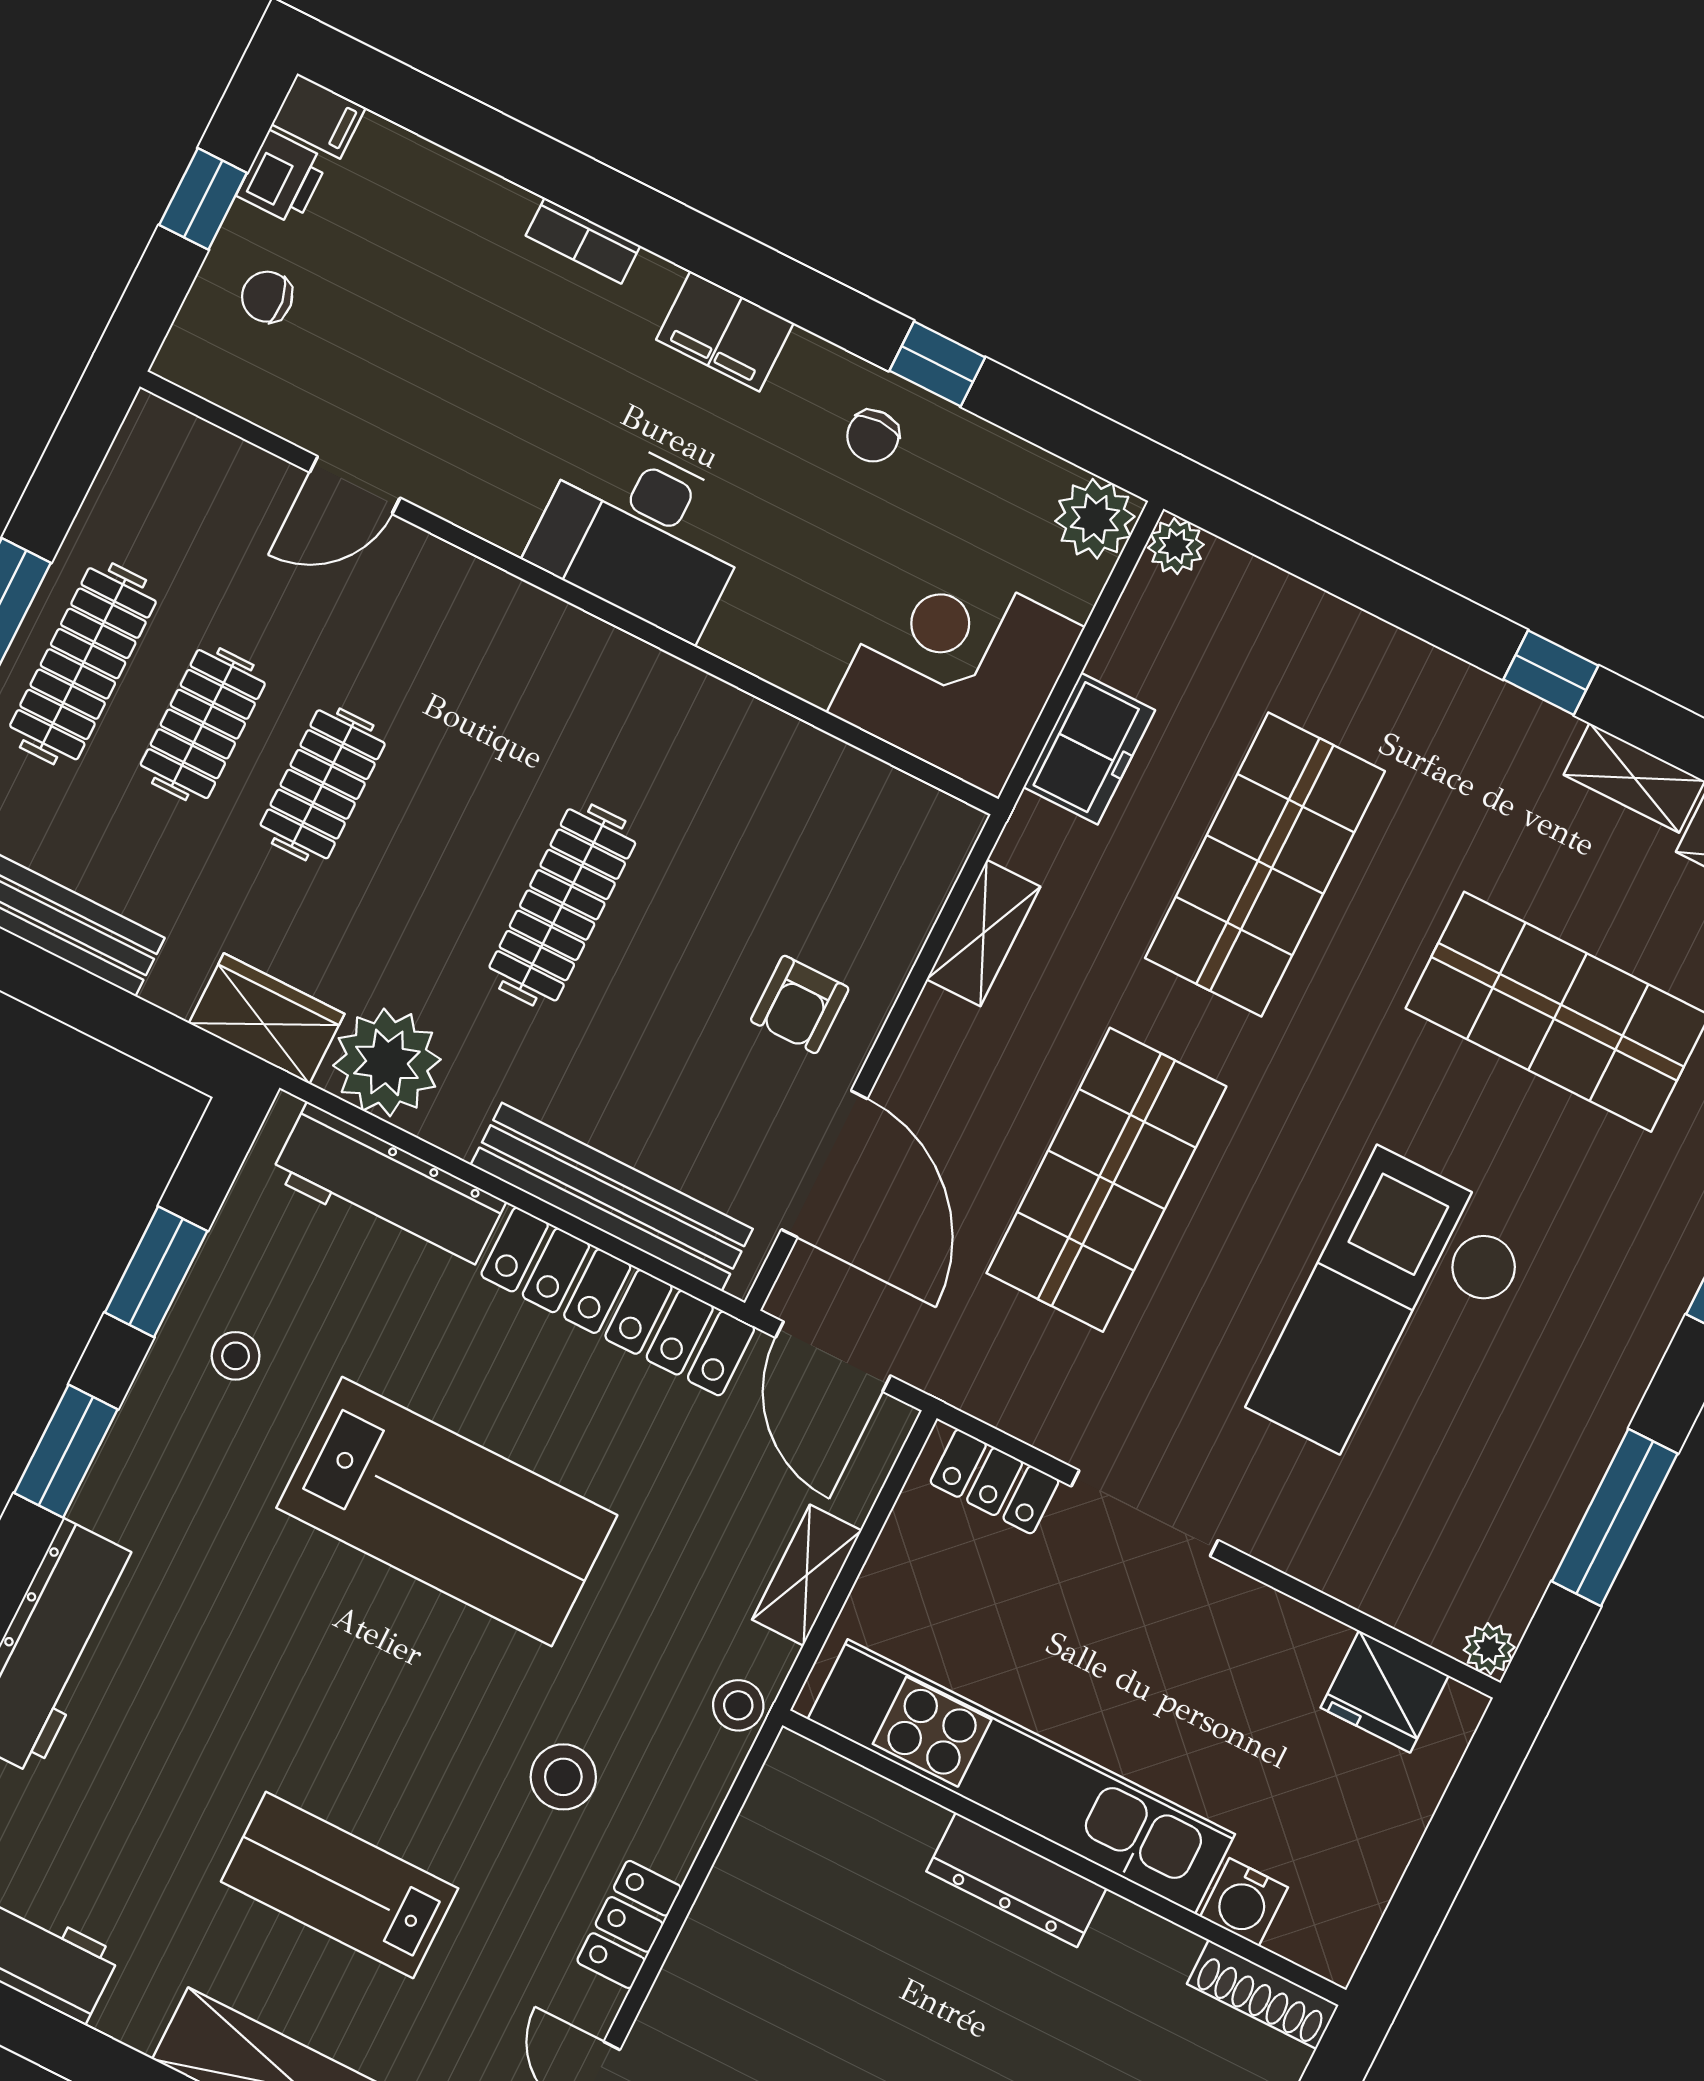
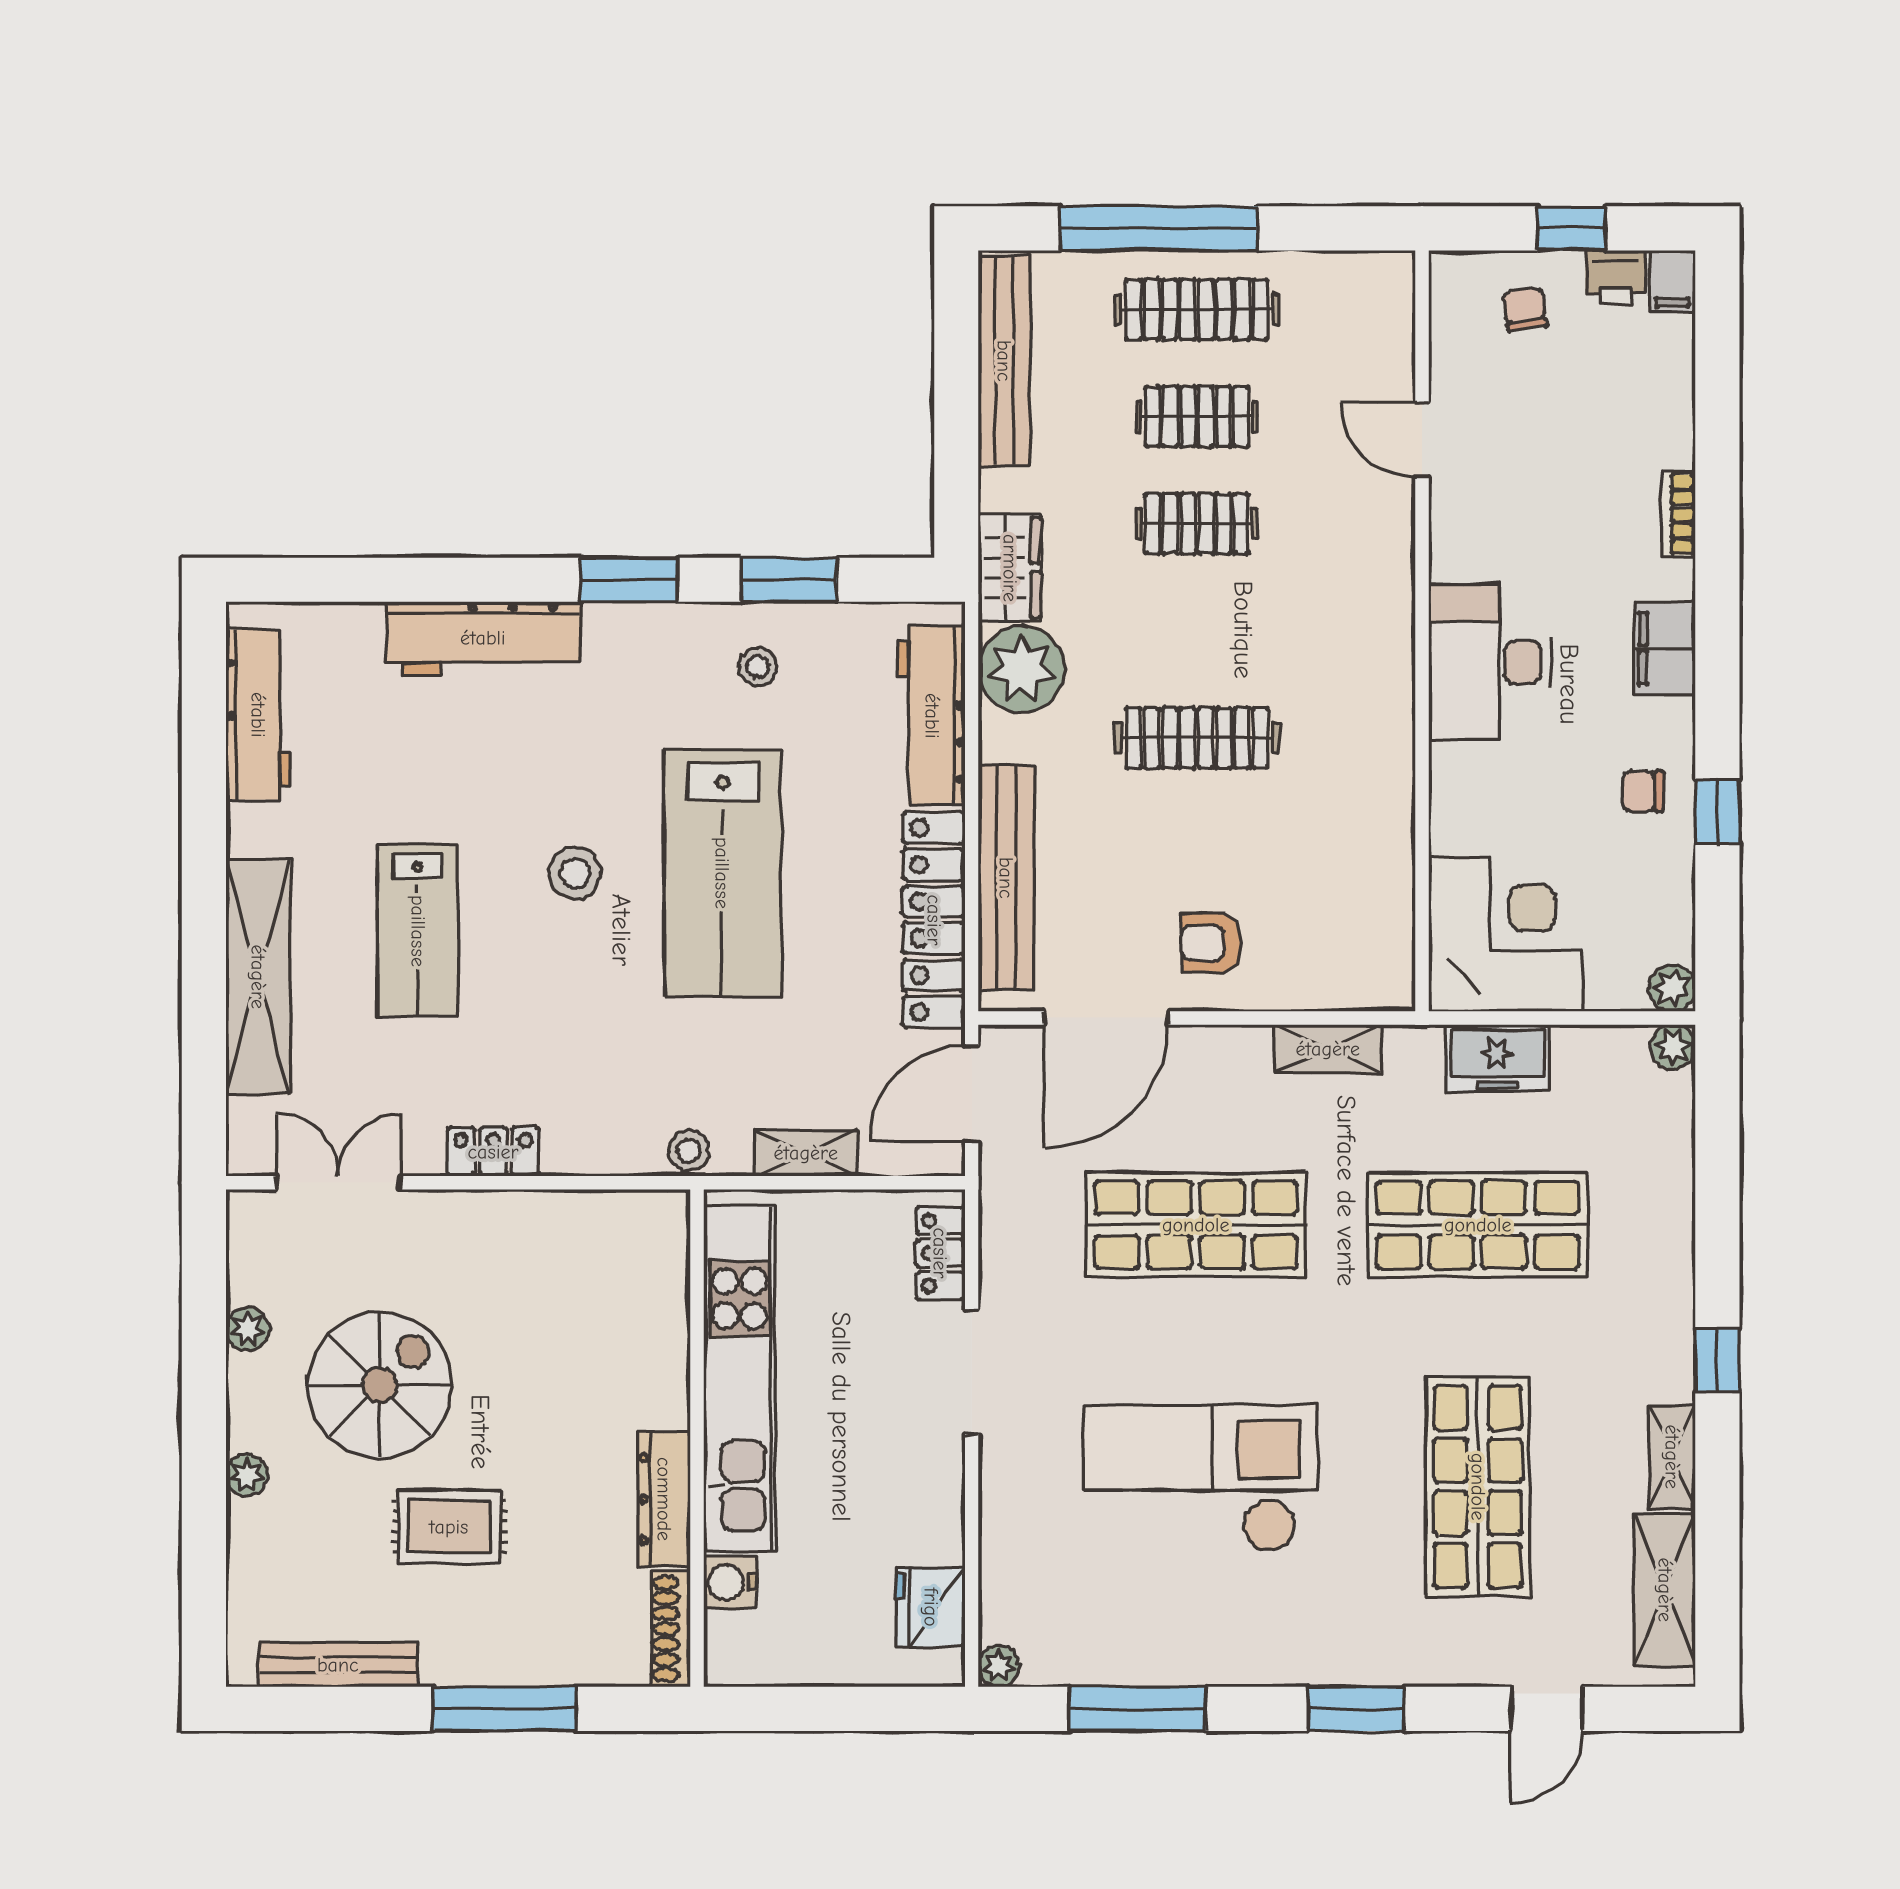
plant: (1095, 519) -> (1672, 988), width x0.73, depth x0.73
stool: (563, 1777) -> (575, 873), moved
dresser: (1016, 1880) -> (664, 1499), moved
lab bench: (340, 1885) -> (418, 931), turned 180

